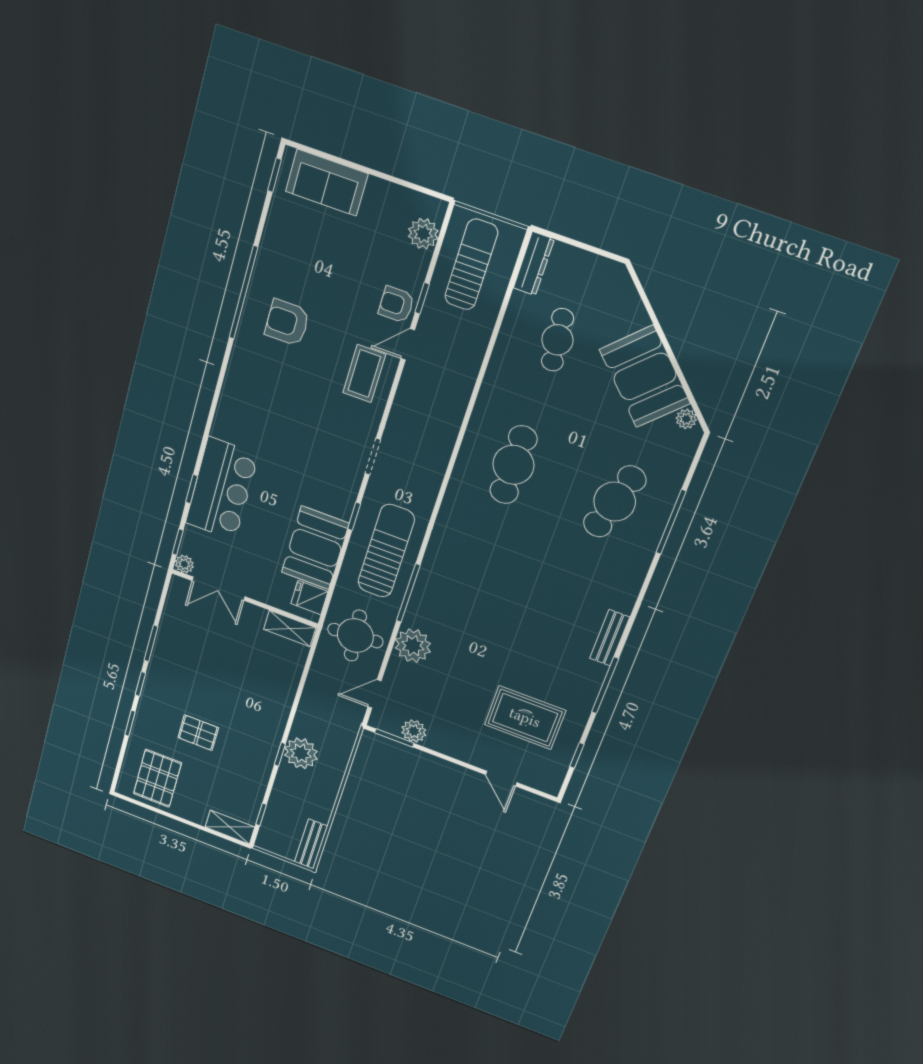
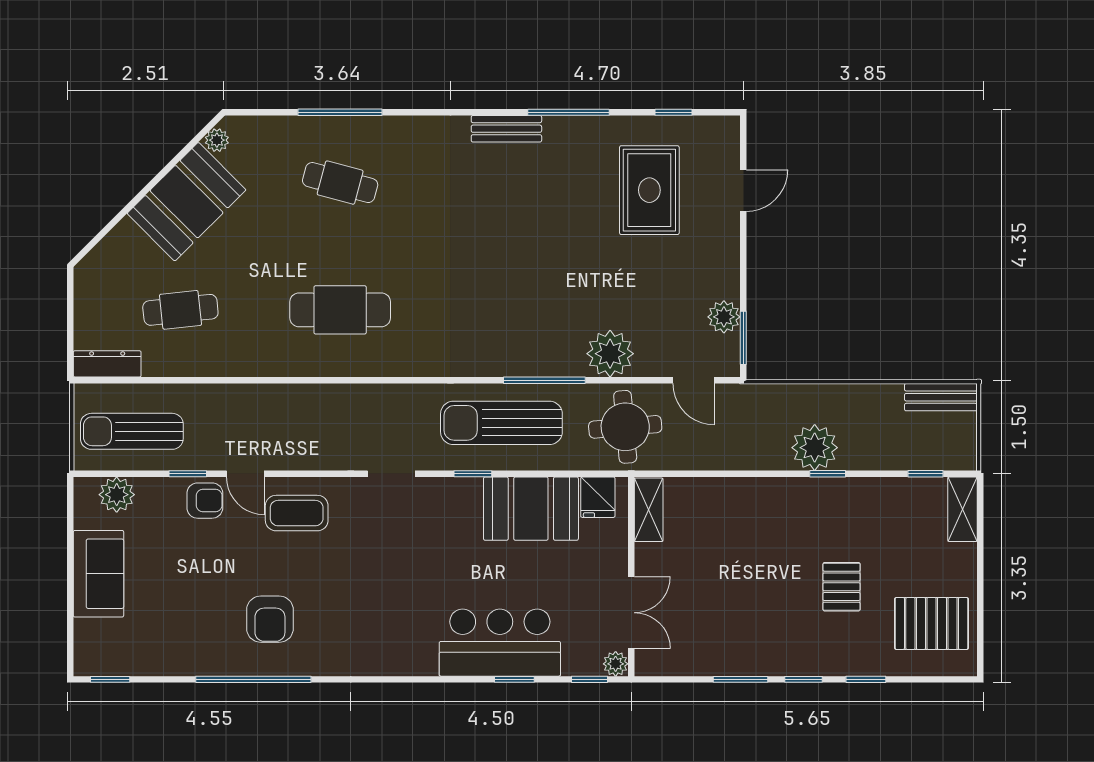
sofa: (327, 183) -> (98, 574), moved
armchair: (396, 304) -> (205, 501), turned -90
cafe table: (615, 502) -> (340, 183), width x0.73, depth x0.74

